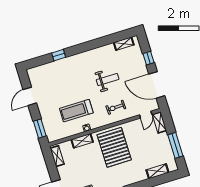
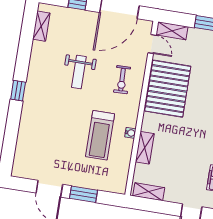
window: (59, 55) -> (18, 91), moved
weight bench: (108, 79) -> (79, 72), turned 180
window: (40, 129) -> (83, 194), moved
pallet: (114, 147) -> (168, 89), moved, turned 90

